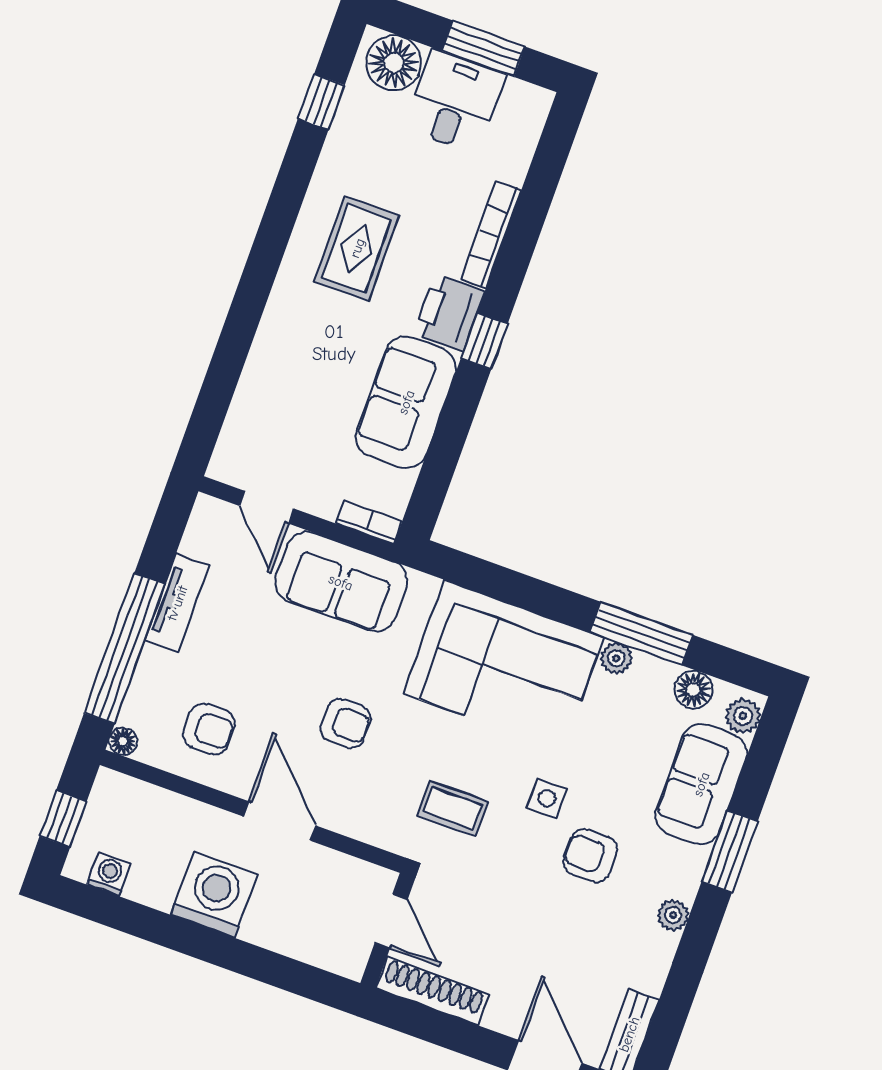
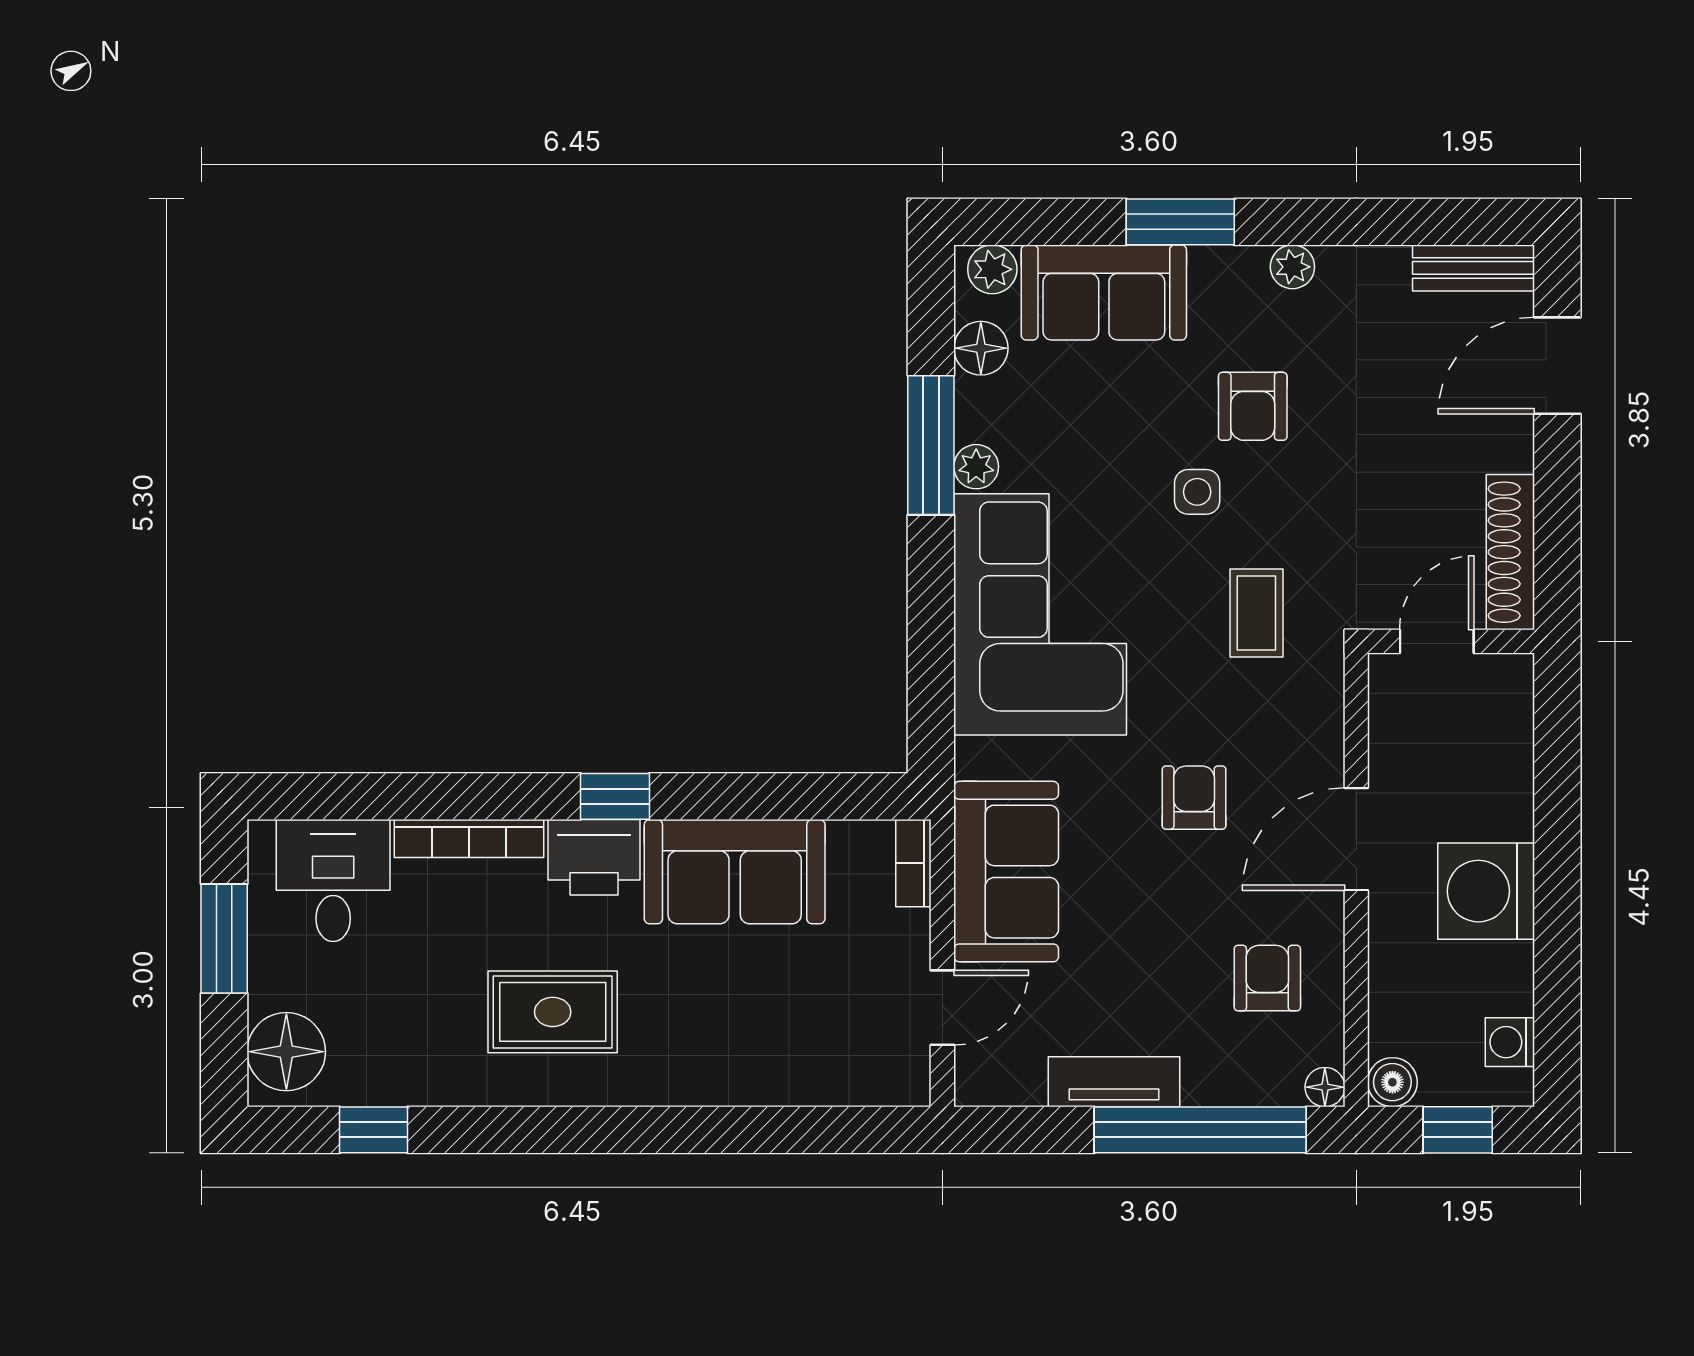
desk: (455, 101) -> (333, 881), moved, turned 90
boiler: (110, 787) -> (1392, 1082), added

